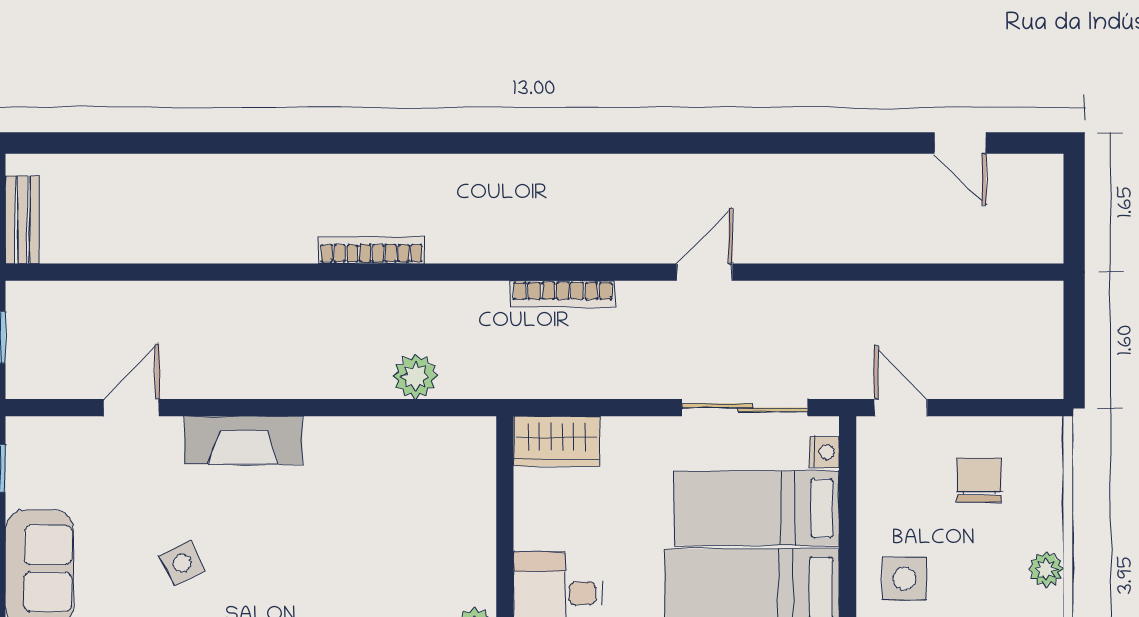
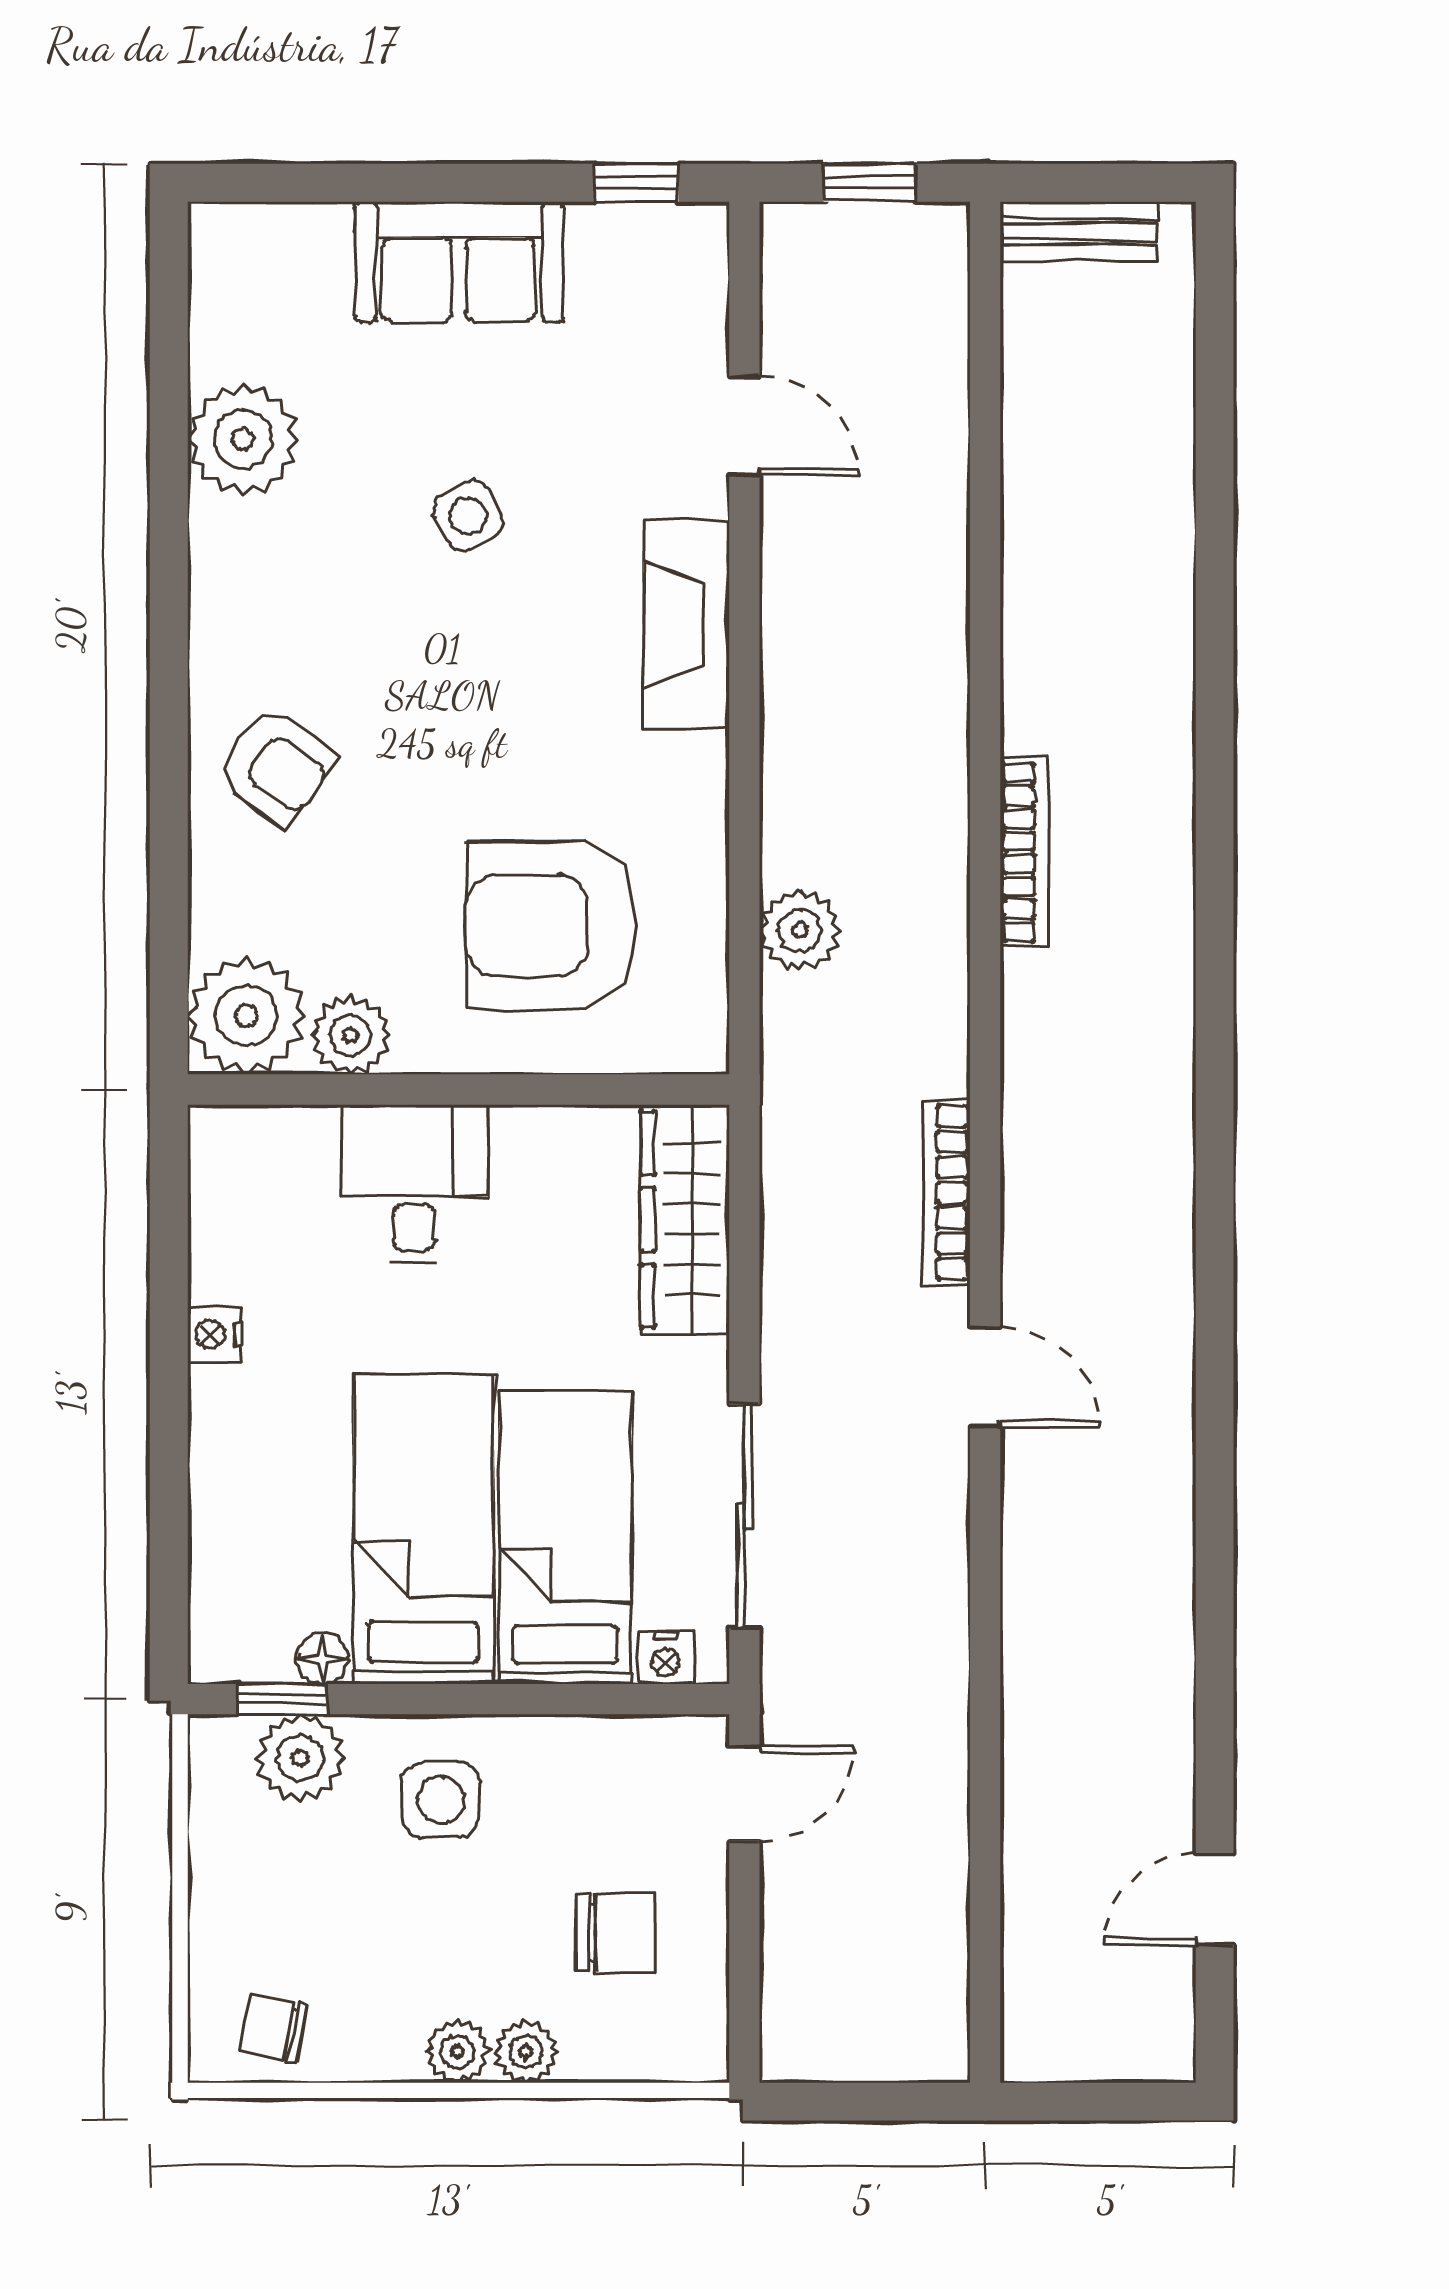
door: (705, 272) -> (985, 1378), moved
wardrobe: (556, 441) -> (685, 1220), width x1.50
armchair: (412, 517) -> (551, 925), added
plant: (1046, 531) -> (526, 2052), added

